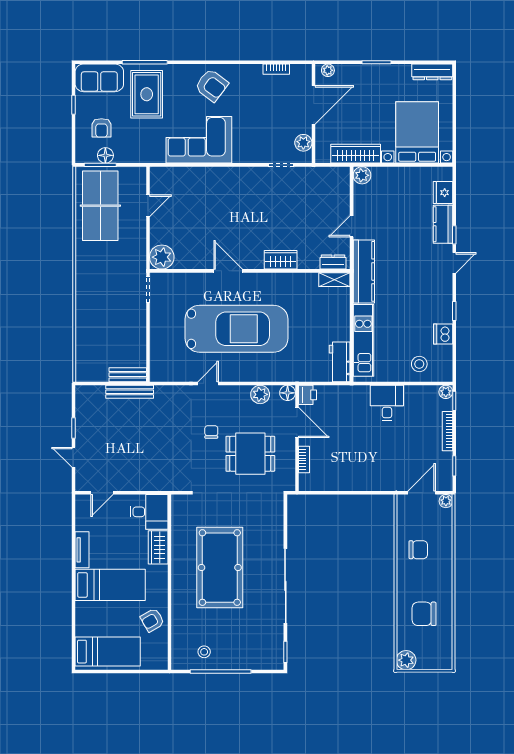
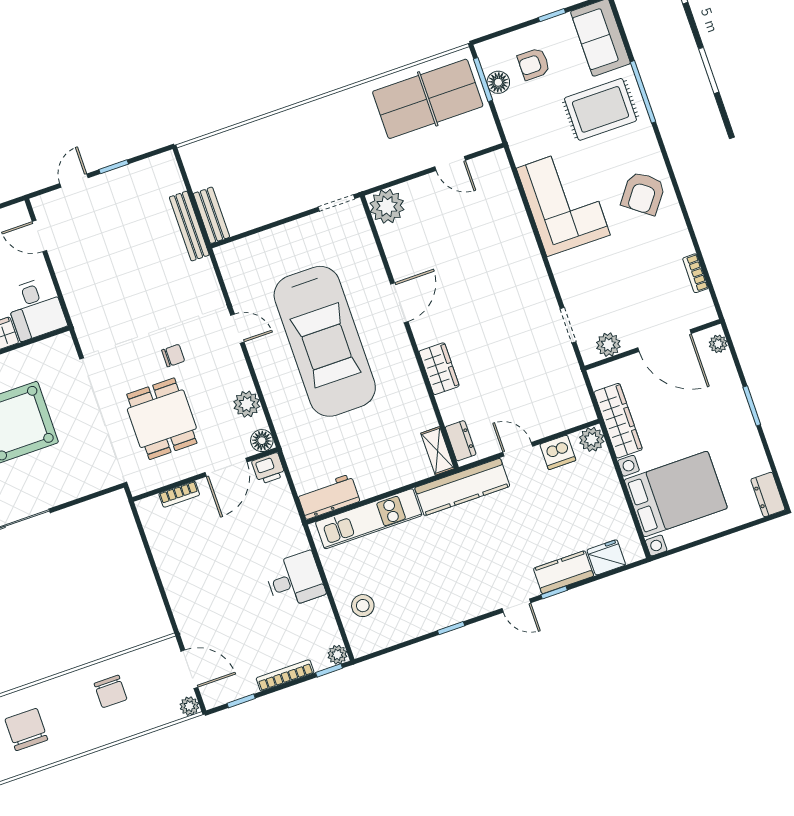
dresser: (432, 72) -> (768, 494), width x0.70
dishwasher: (443, 334) -> (558, 452), moved, turned 180

